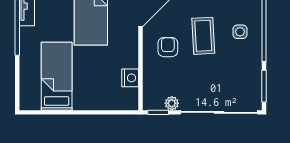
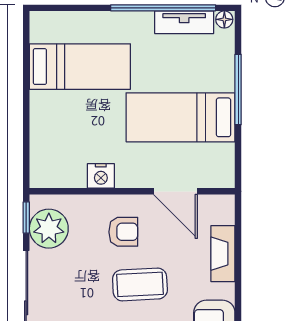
nightstand: (130, 78) -> (101, 176), moved
plant: (172, 103) -> (49, 229), width x1.87, depth x1.87

